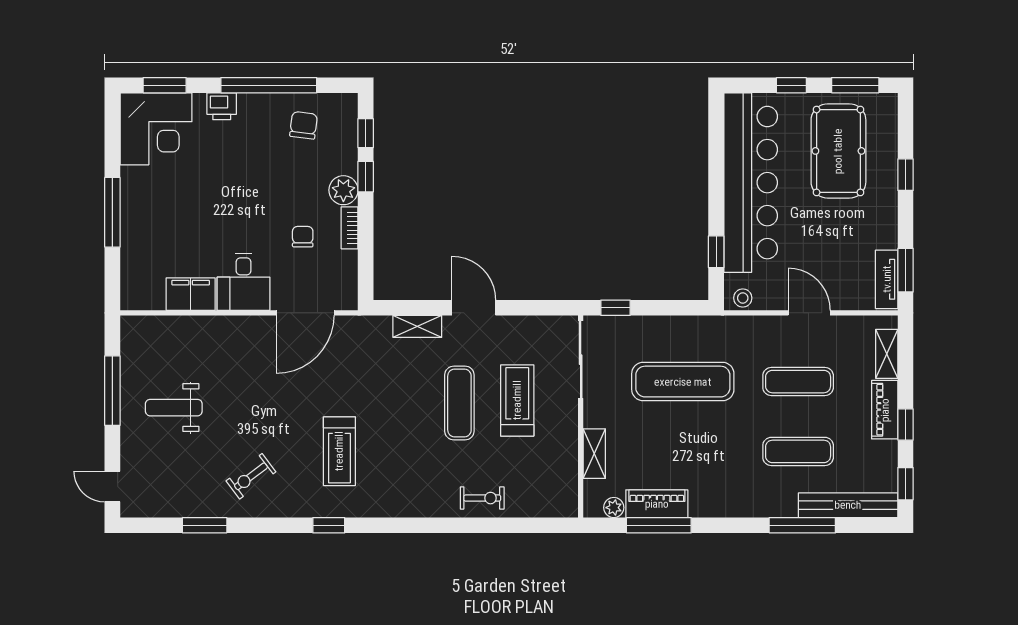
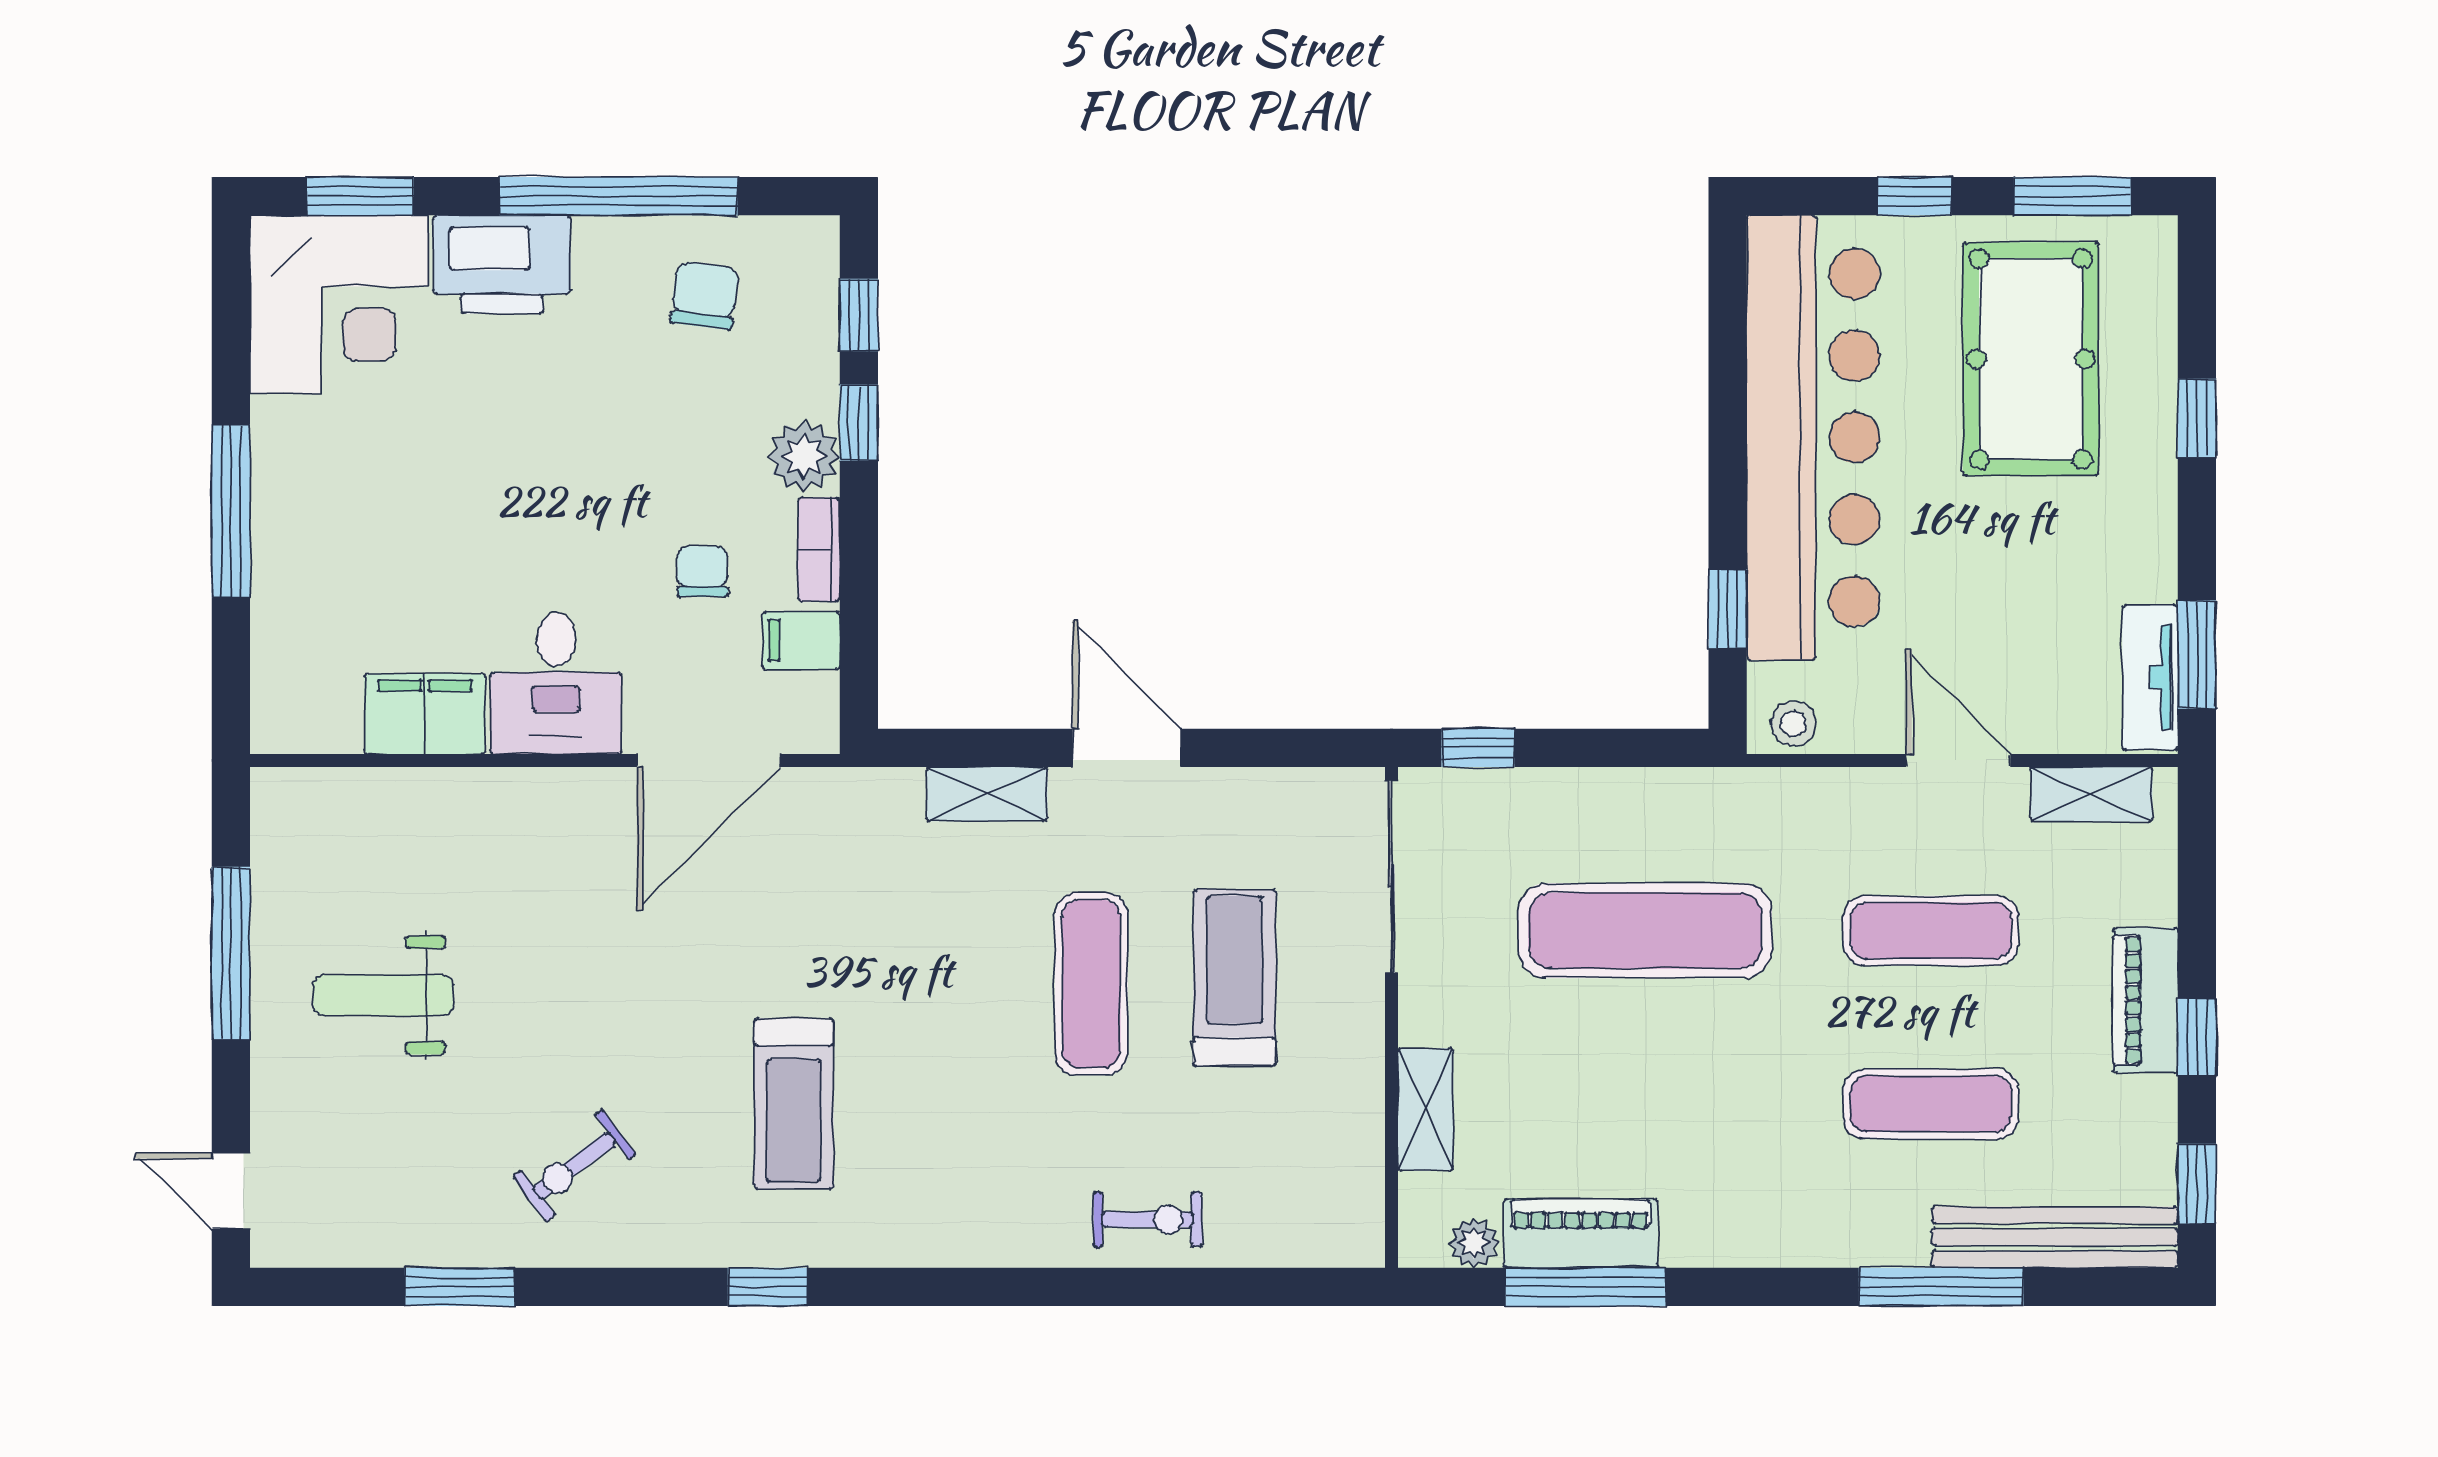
printer: (222, 106) -> (502, 264), width x1.87, depth x1.48
filing cabinet: (342, 264) -> (801, 640), added
shelving: (887, 354) -> (2092, 794), moved, turned 90

